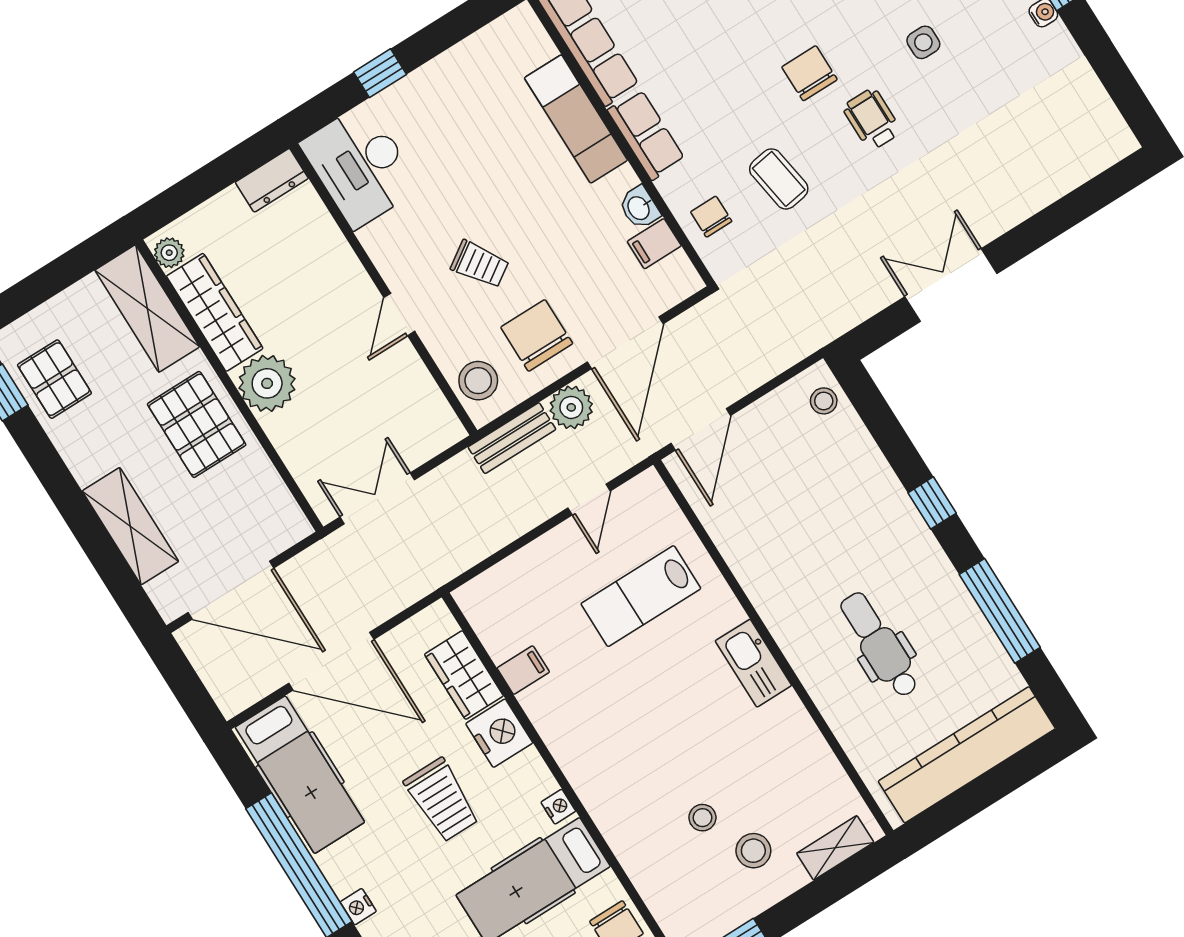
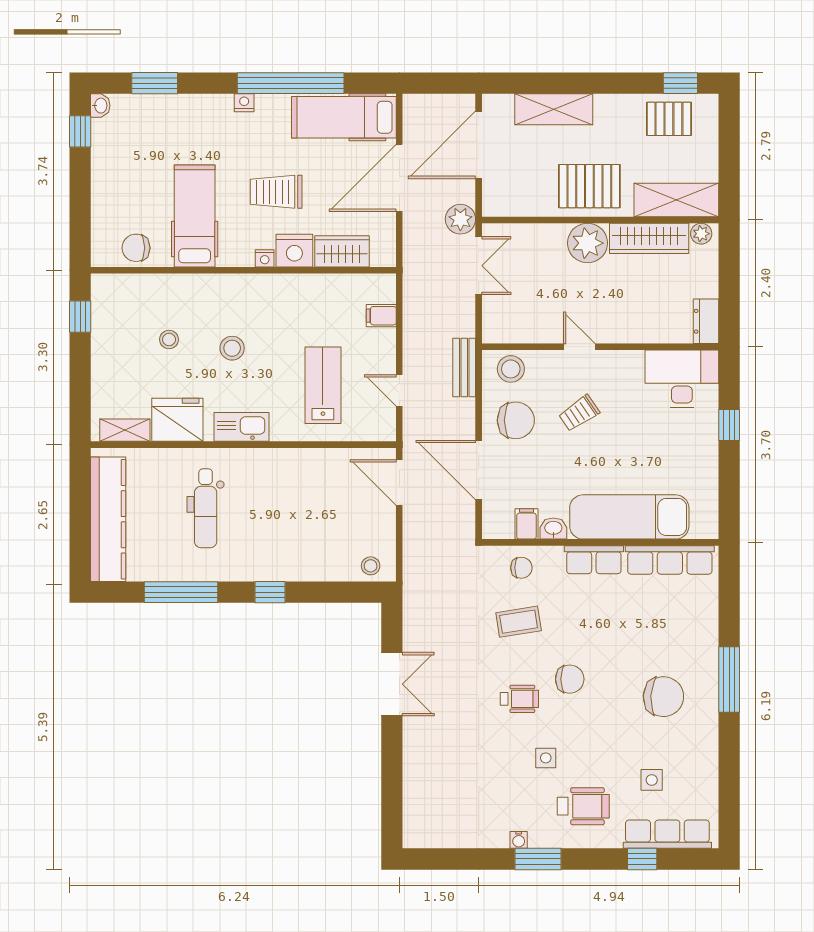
exam couch: (576, 119) -> (629, 517), width x1.36, depth x1.45
plant: (571, 407) -> (460, 219), moved
dental chair: (879, 645) -> (206, 508), turned 90
filing cabinet: (523, 670) -> (381, 316), moved, turned 90
fridge: (794, 746) -> (177, 420), added
nightstand: (558, 807) -> (265, 258), moved
shelving: (835, 848) -> (125, 430), moved, turned 90
stool: (753, 851) -> (232, 348), moved

